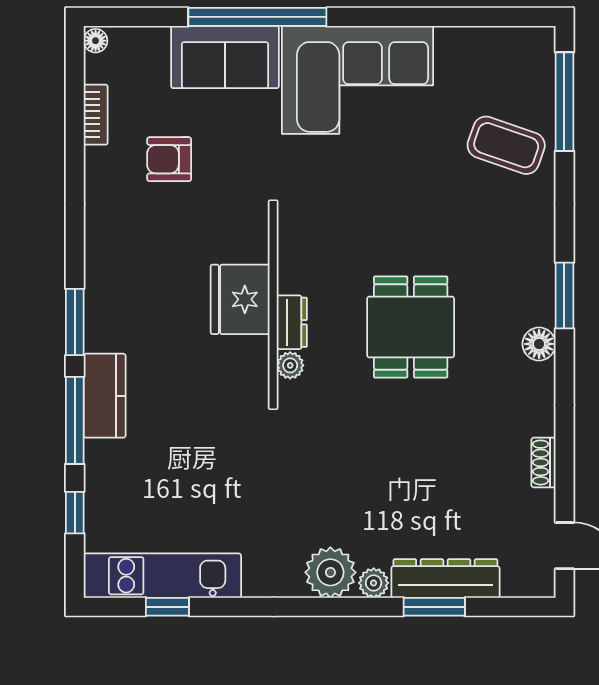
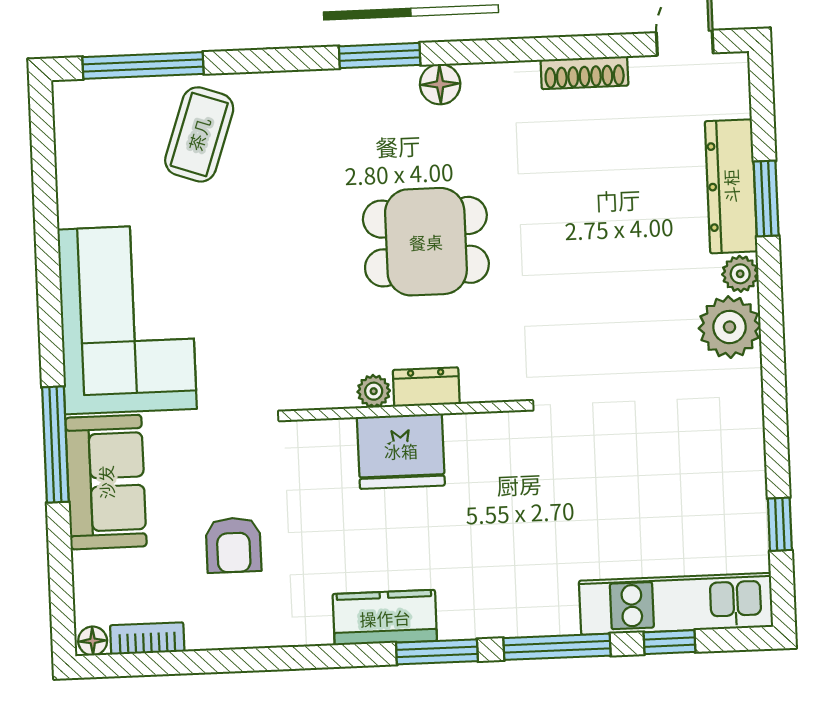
window: (257, 17) -> (55, 445), width x0.68
bookcase: (96, 115) -> (147, 638), moved
plant: (290, 365) -> (374, 391), moved
kitchen counter: (105, 396) -> (385, 618), moved
shoe rack: (543, 462) -> (584, 73), width x1.43
kitchen unit: (162, 576) -> (676, 604), moved, turned 90

